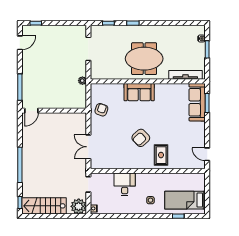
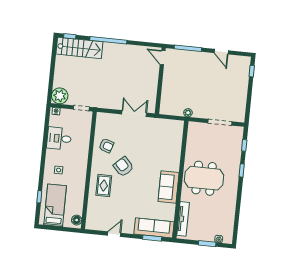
door: (20, 43) -> (221, 52), moved
meeting table: (144, 59) -> (204, 178), turned 90
sofa: (139, 92) -> (169, 187), moved
armchair: (101, 110) -> (106, 146), moved
double door: (88, 147) -> (134, 114), moved
door: (207, 154) -> (114, 234), moved
rug: (161, 155) -> (104, 186), turned 90
floor lamp: (197, 178) -> (77, 220), added
desk: (125, 184) -> (59, 138), moved, turned 180
stairs: (44, 206) -> (79, 48), moved, turned 90

